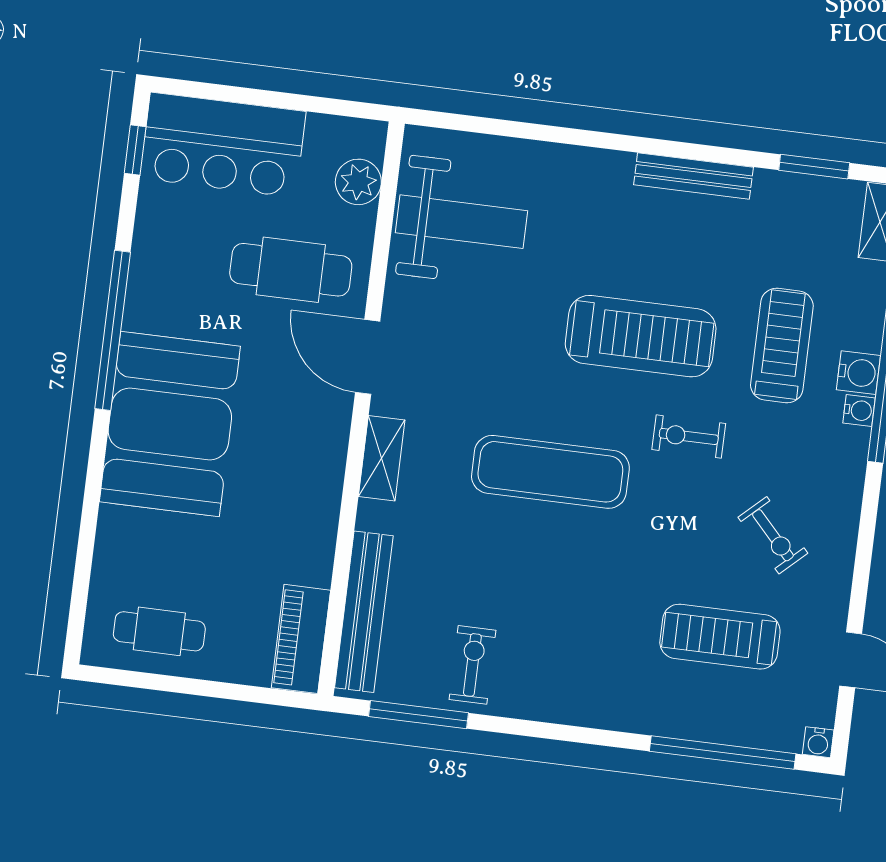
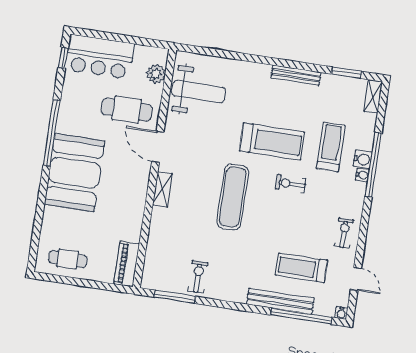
exercise mat: (550, 472) -> (233, 197), turned 90
exercise bike: (773, 535) -> (344, 233), moved, turned -137
bench: (364, 612) -> (280, 301), moved, turned 90

